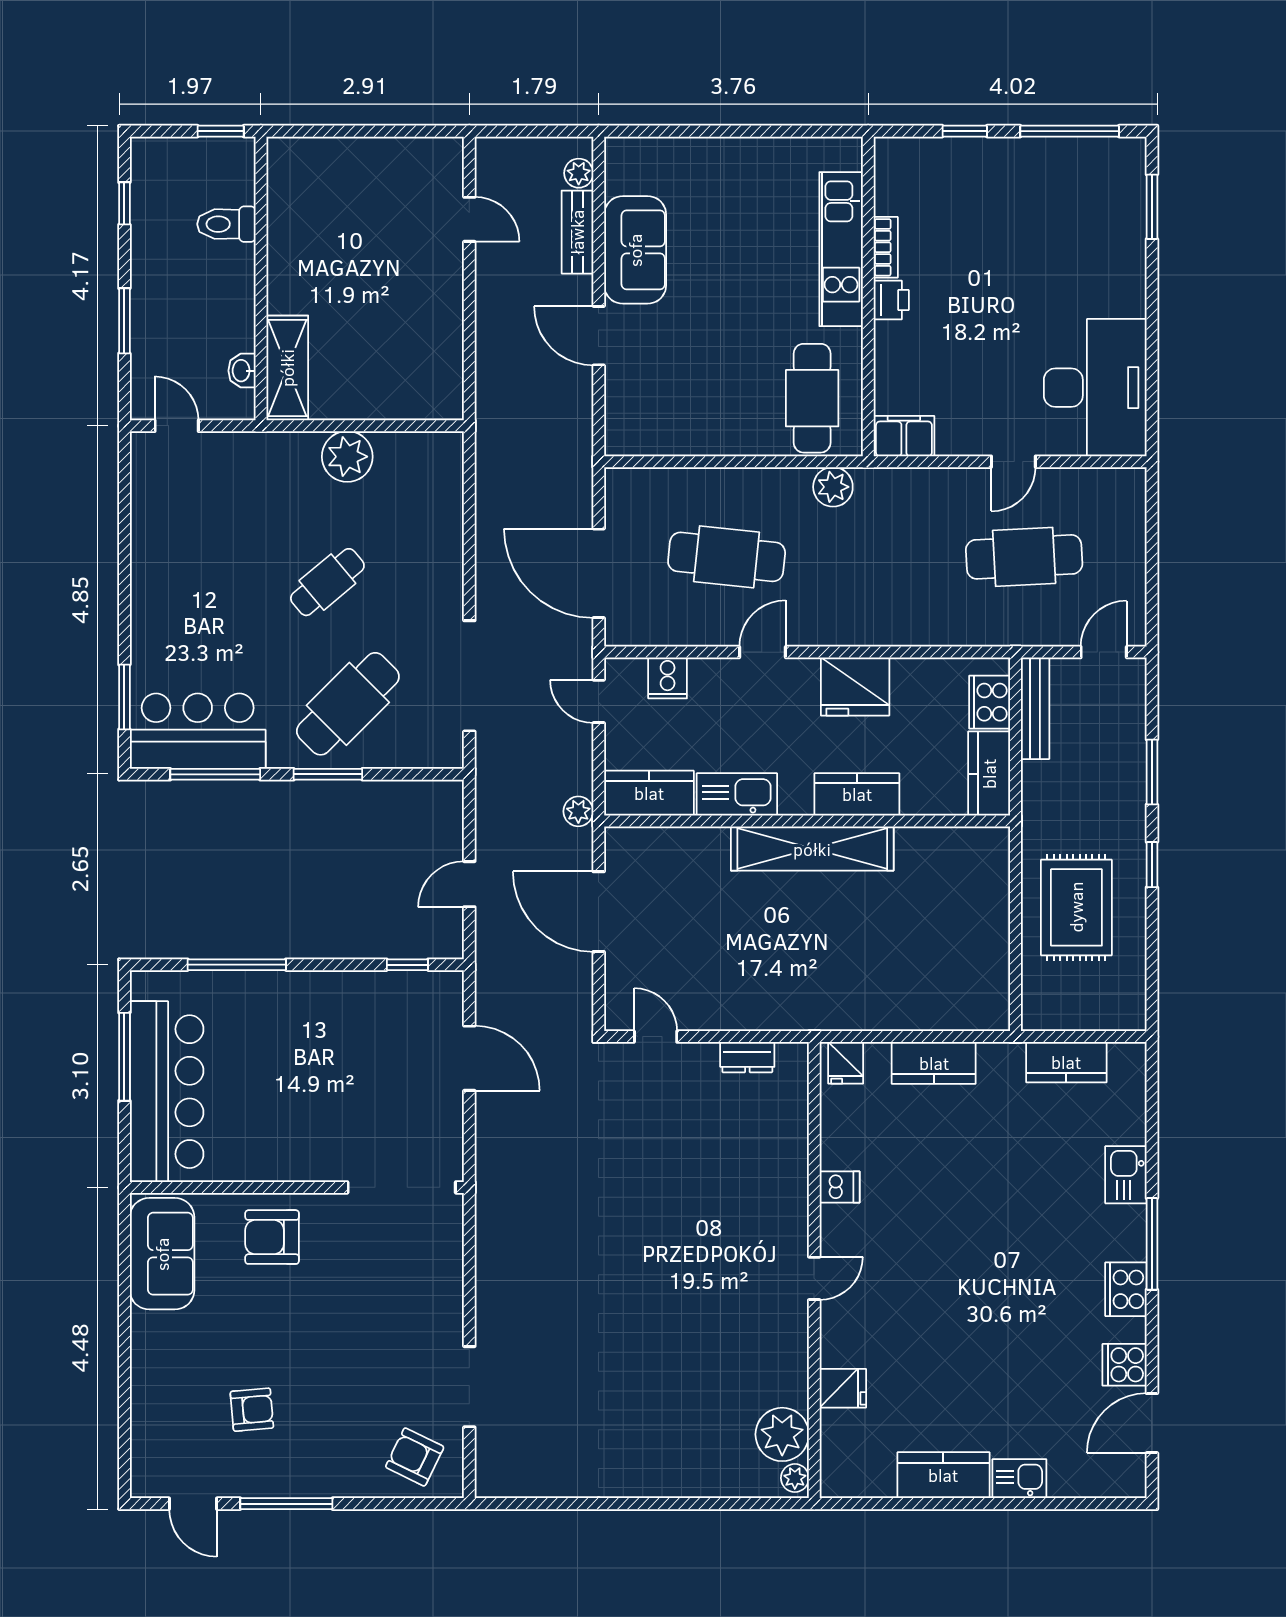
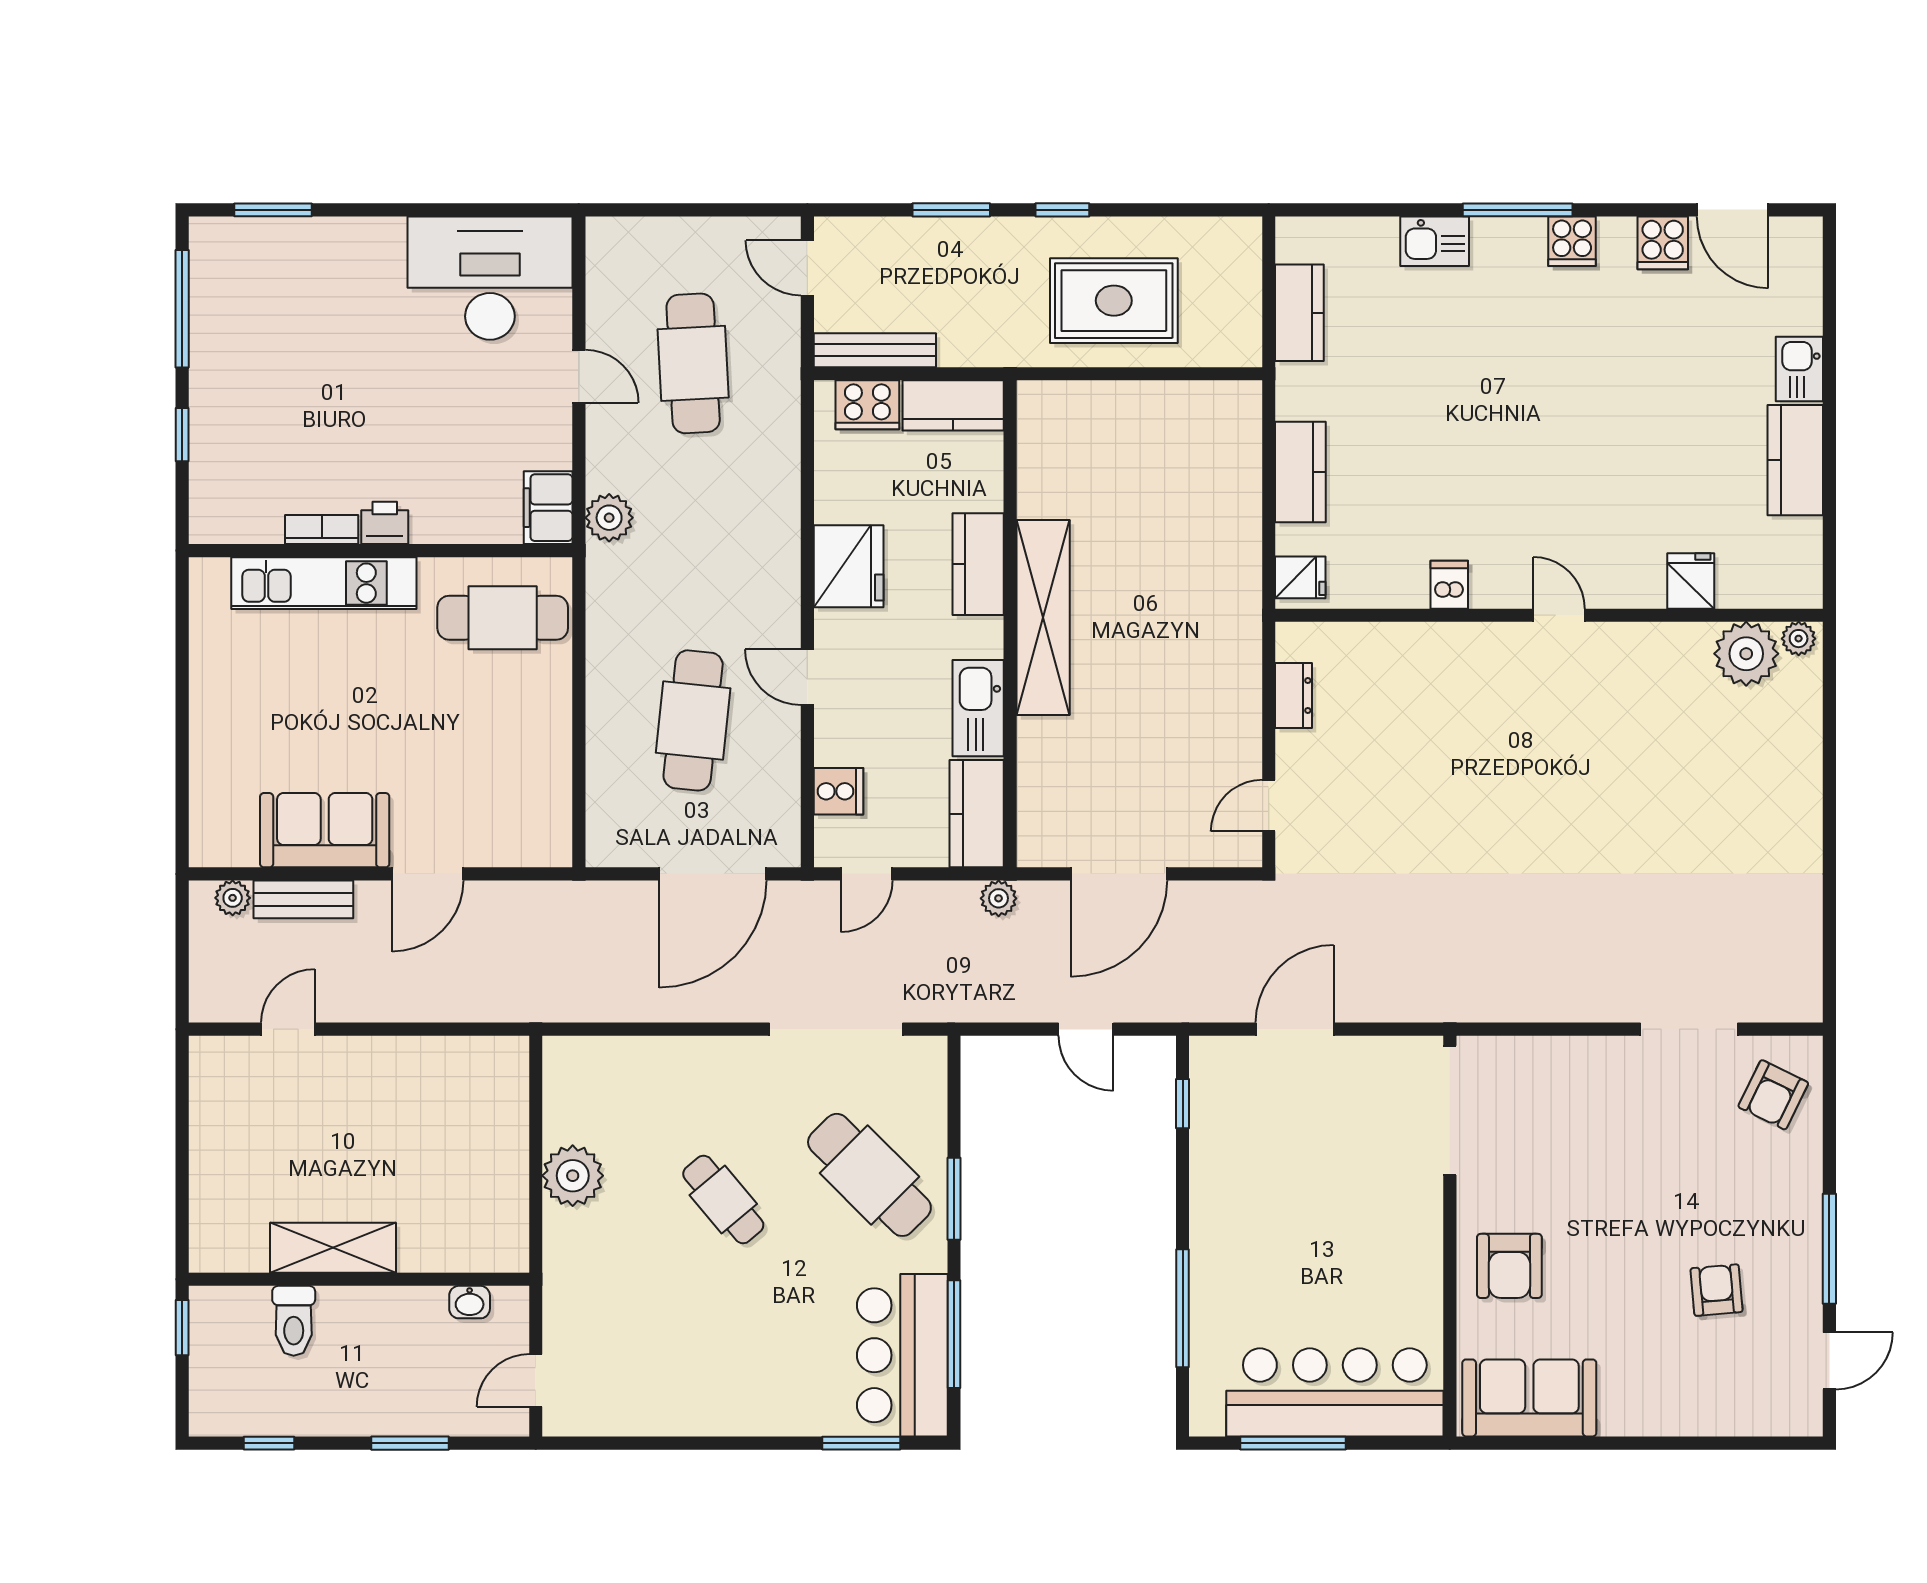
shelving: (287, 368) -> (333, 1248), moved
plant: (833, 487) -> (609, 518), moved
cooker: (1126, 1289) -> (1572, 241), width x0.73

